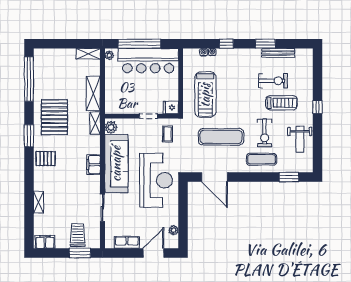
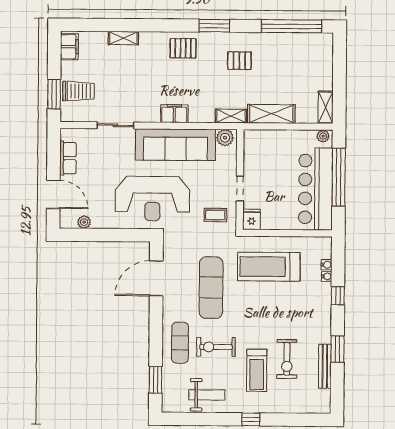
pallet: (54, 117) -> (239, 61), width x0.49, depth x0.50
weight bench: (300, 139) -> (207, 395), turned 180
pallet: (46, 159) -> (183, 48), turned 90

